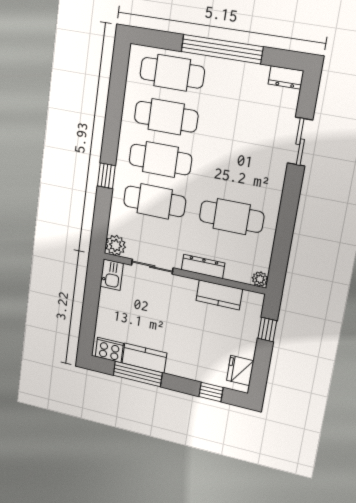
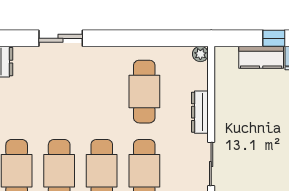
kitchen counter: (219, 295) -> (261, 57), moved, turned 90
window: (267, 330) -> (274, 38), moved

